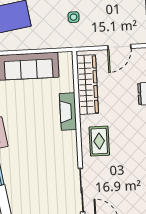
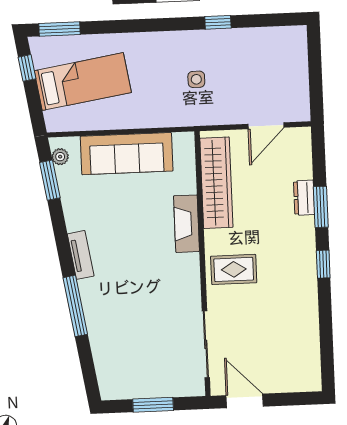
rug: (99, 141) -> (234, 269), turned 90

